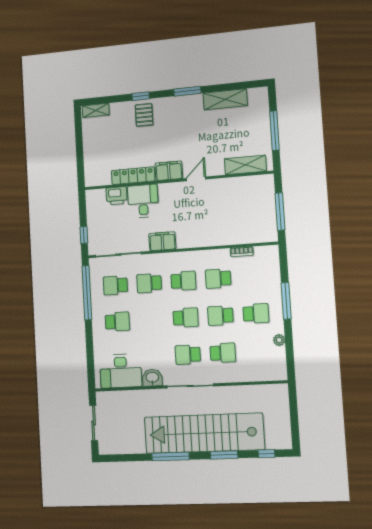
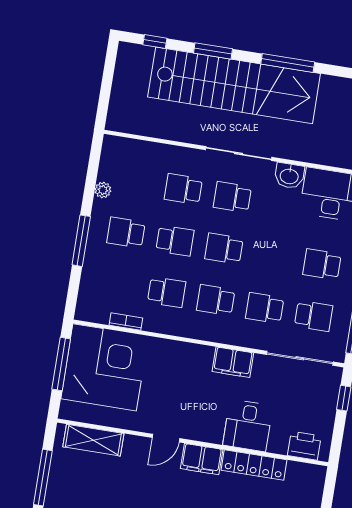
printer: (117, 196) -> (304, 446), moved
corner desk: (249, 217) -> (105, 367), added
school desk: (149, 283) -> (265, 308), turned 180
school desk: (188, 355) -> (232, 197), turned 180

